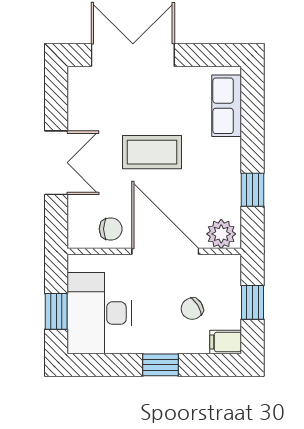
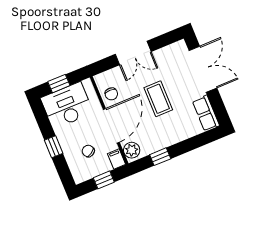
row of seats: (227, 106) -> (206, 113), moved, turned -90
filing cabinet: (226, 342) -> (116, 159), moved

